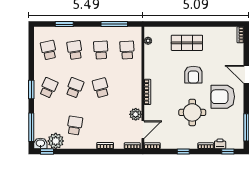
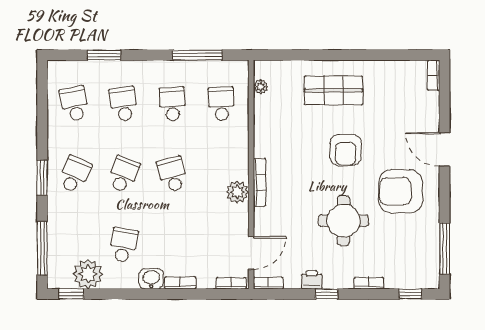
plant: (136, 114) -> (237, 192), moved
washbasin: (40, 143) -> (151, 279), moved
printer: (220, 144) -> (312, 280), moved

